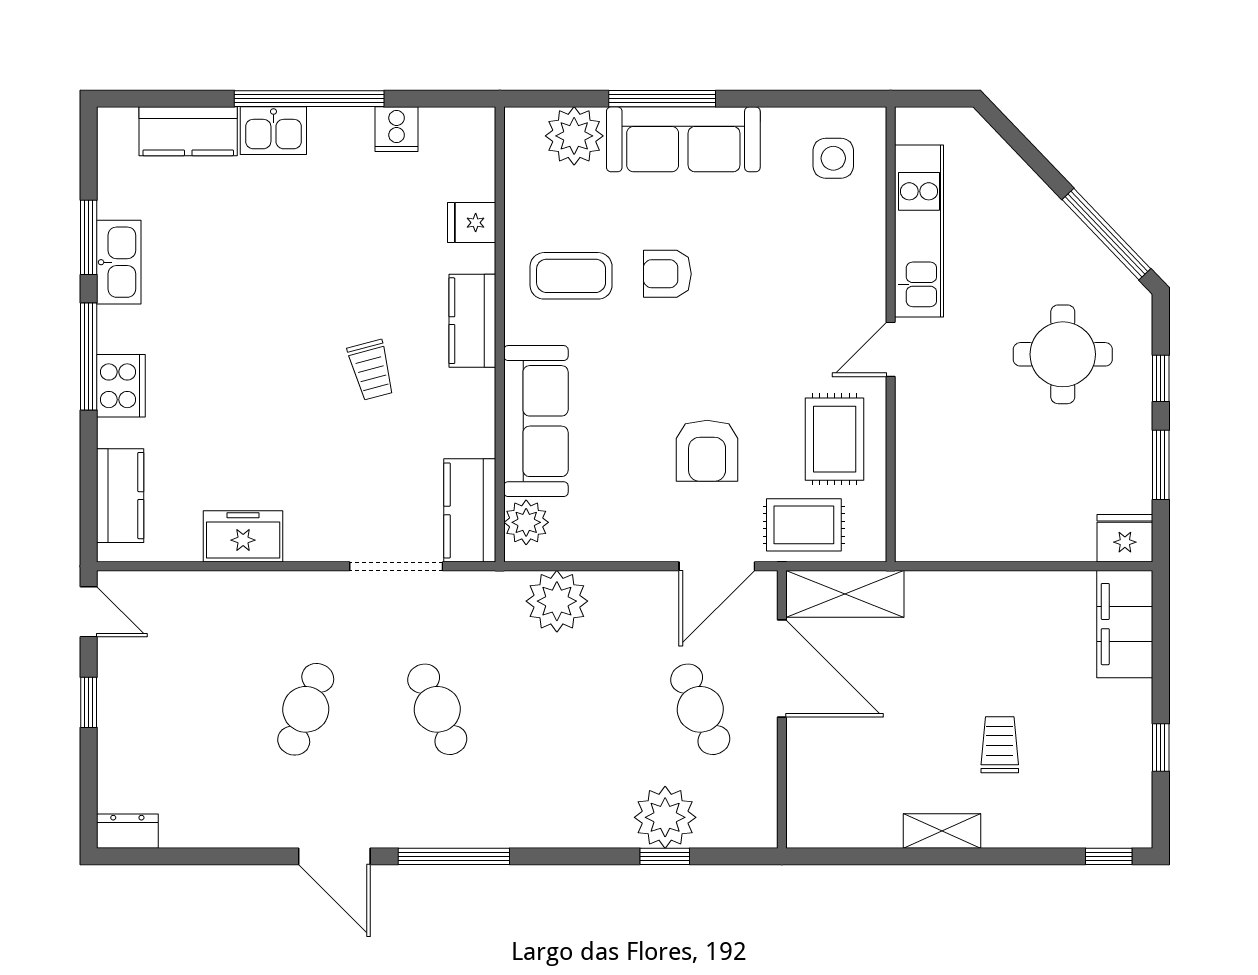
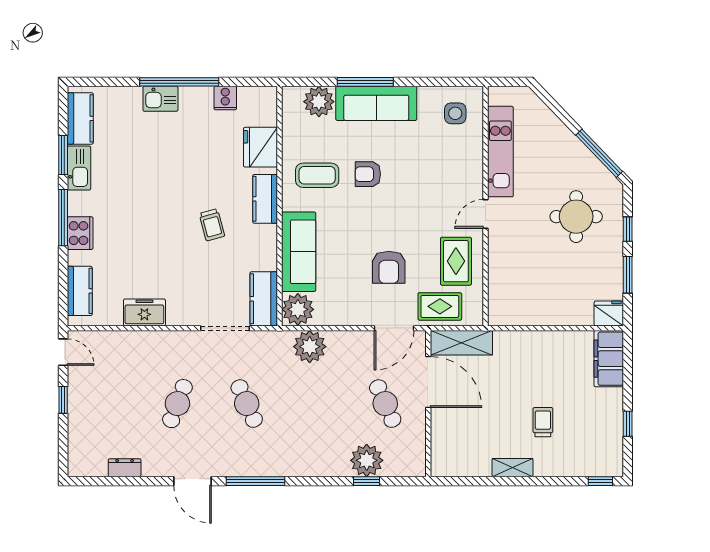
kitchen counter: (188, 131) -> (80, 118), moved, turned -90
fridge: (472, 223) -> (261, 147), width x1.88, depth x1.34
plant: (526, 522) -> (298, 309), width x1.36, depth x1.36
dresser: (127, 831) -> (125, 468), moved

